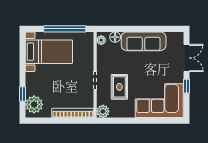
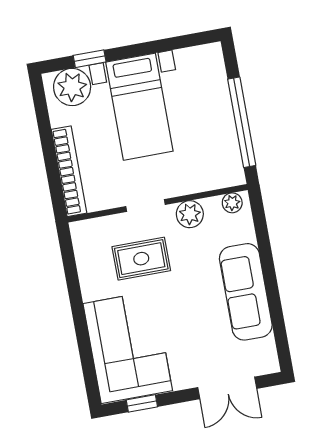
floor lamp: (115, 37) -> (244, 231), removed
bed with nightstands: (49, 52) -> (139, 107), moved
window: (186, 86) -> (142, 403), moved
plant: (103, 111) -> (190, 214), moved

